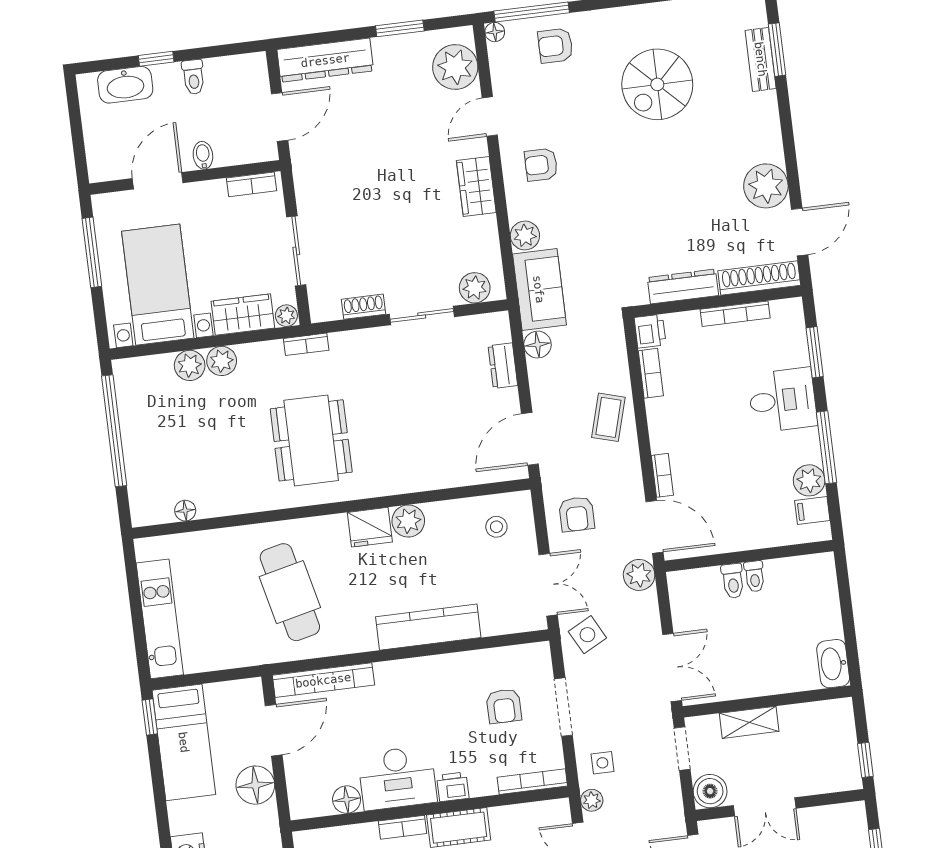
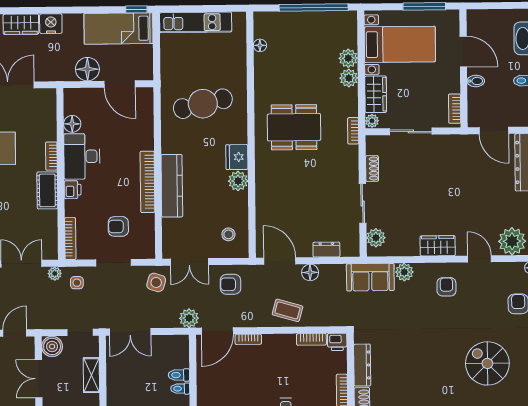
floor lamp: (538, 345) -> (310, 272), moved
side table: (587, 635) -> (156, 282), turned 45
bookcase: (323, 680) -> (147, 182), moved

